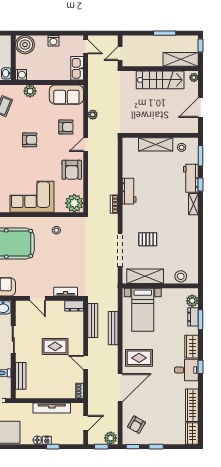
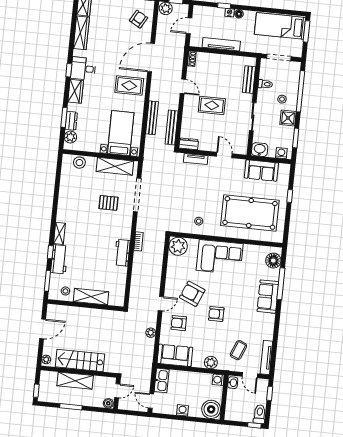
boiler: (128, 40) -> (108, 403), added
shelving: (181, 59) -> (75, 381), moved
armchair: (72, 170) -> (192, 294), moved, turned -67

